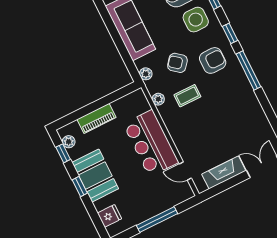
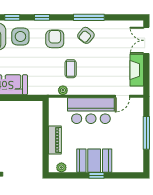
armchair: (177, 63) -> (86, 35), moved
window: (248, 70) -> (89, 17), moved
plant: (146, 74) -> (41, 90), removed
window: (63, 153) -> (68, 175), removed
fridge: (109, 216) -> (127, 165), removed

